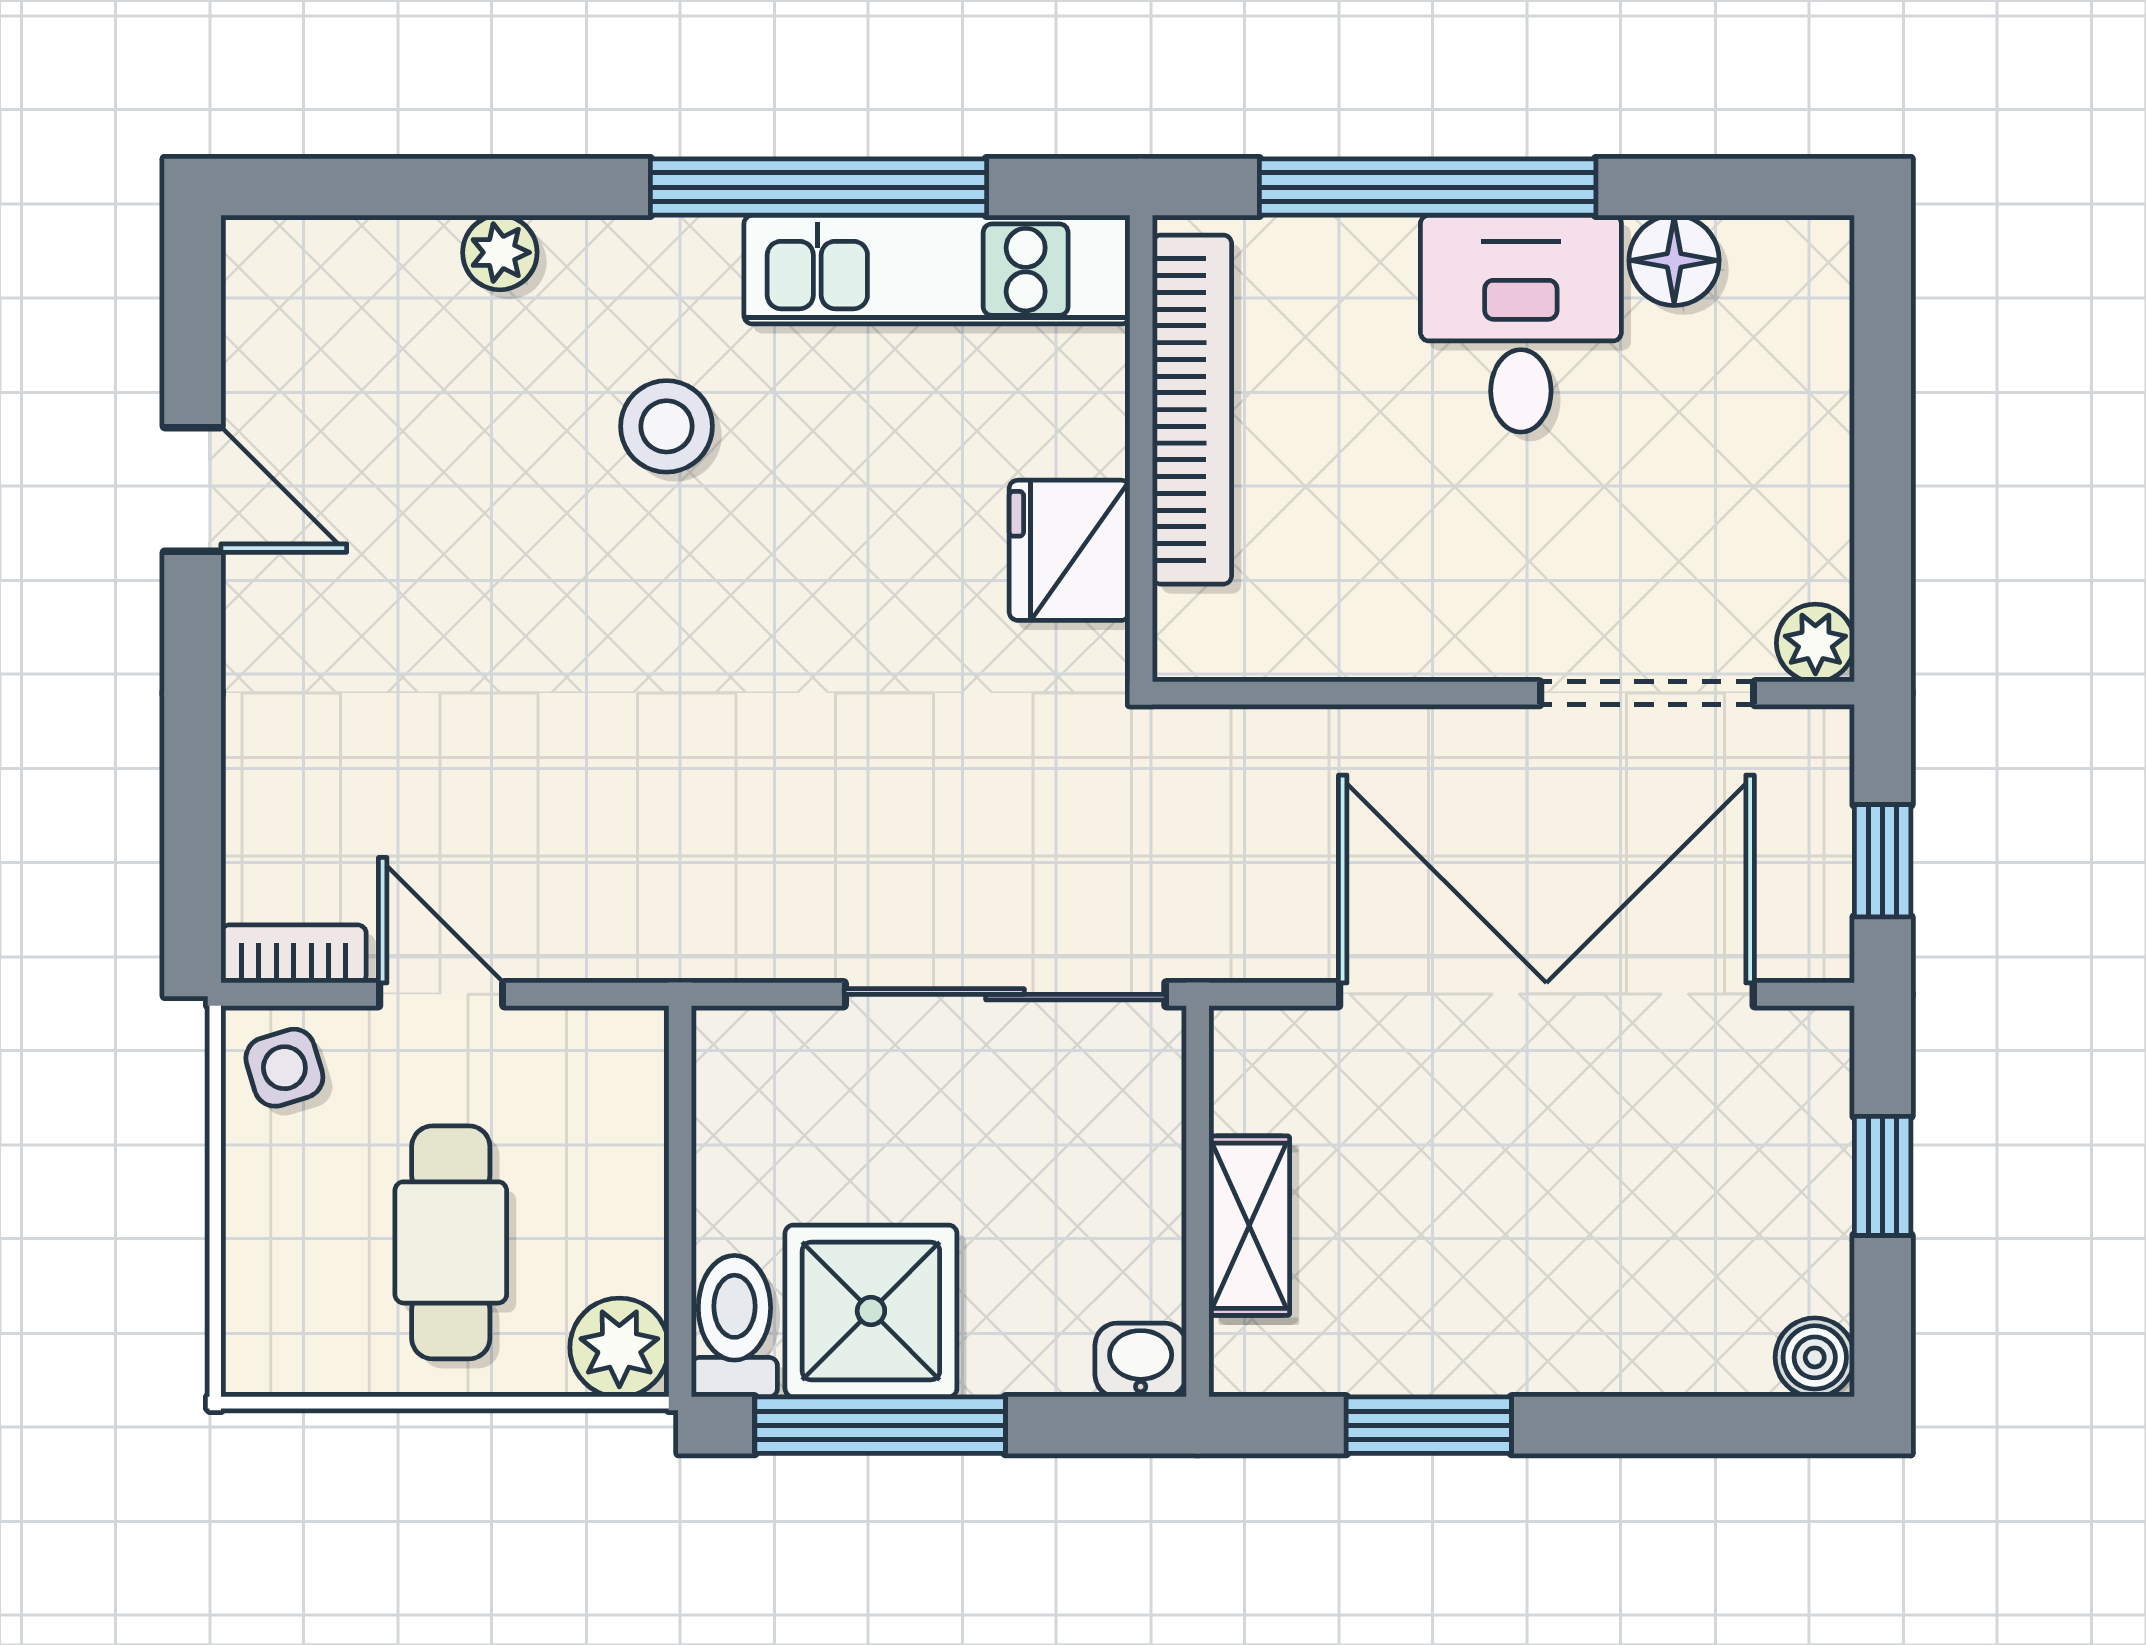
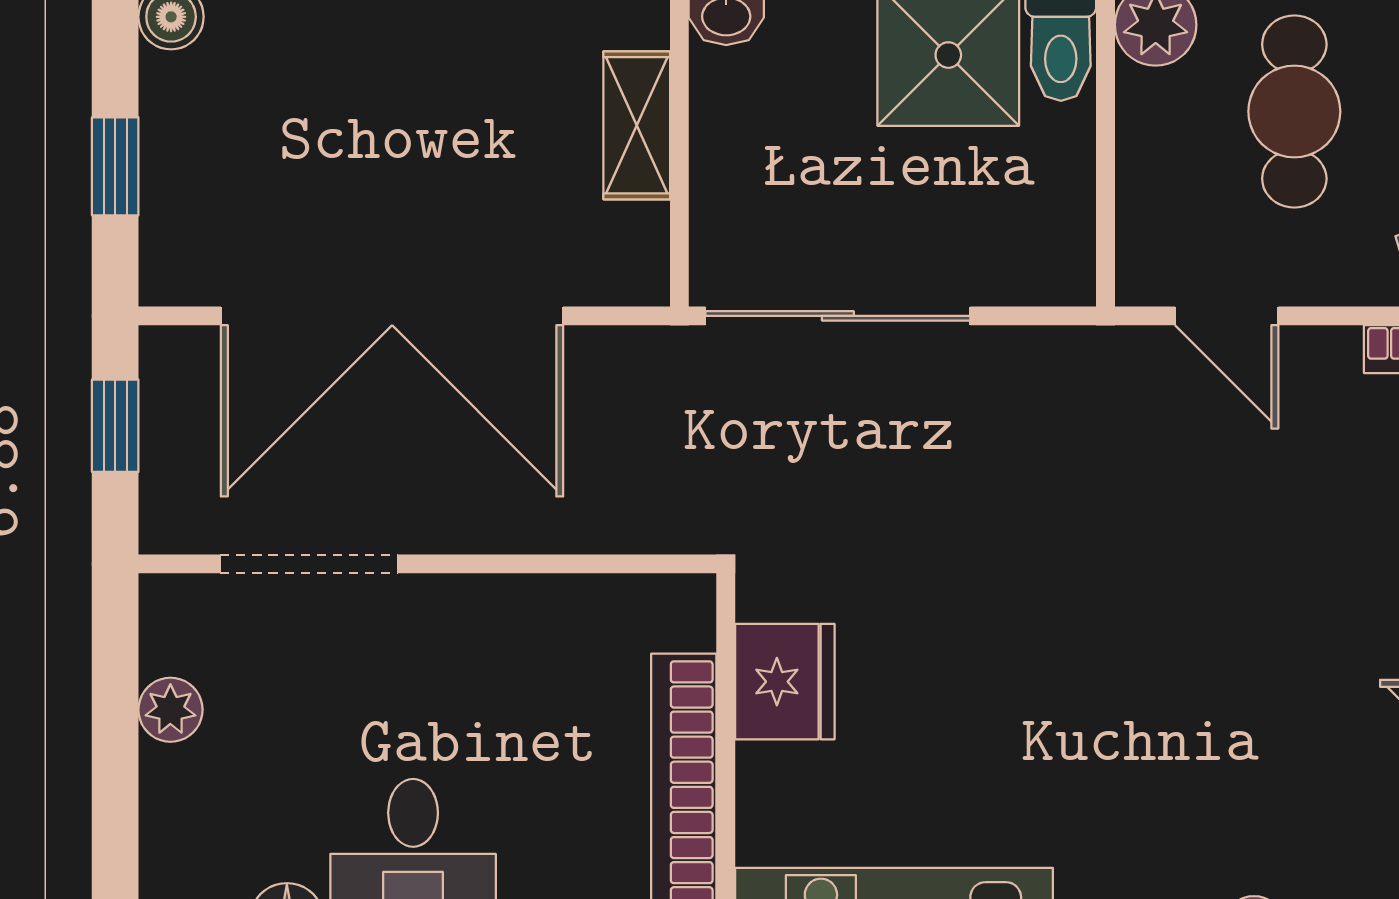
stool: (666, 426) -> (1117, 784), removed
plant: (1815, 643) -> (170, 710), moved
door: (441, 994) -> (1227, 316), moved

